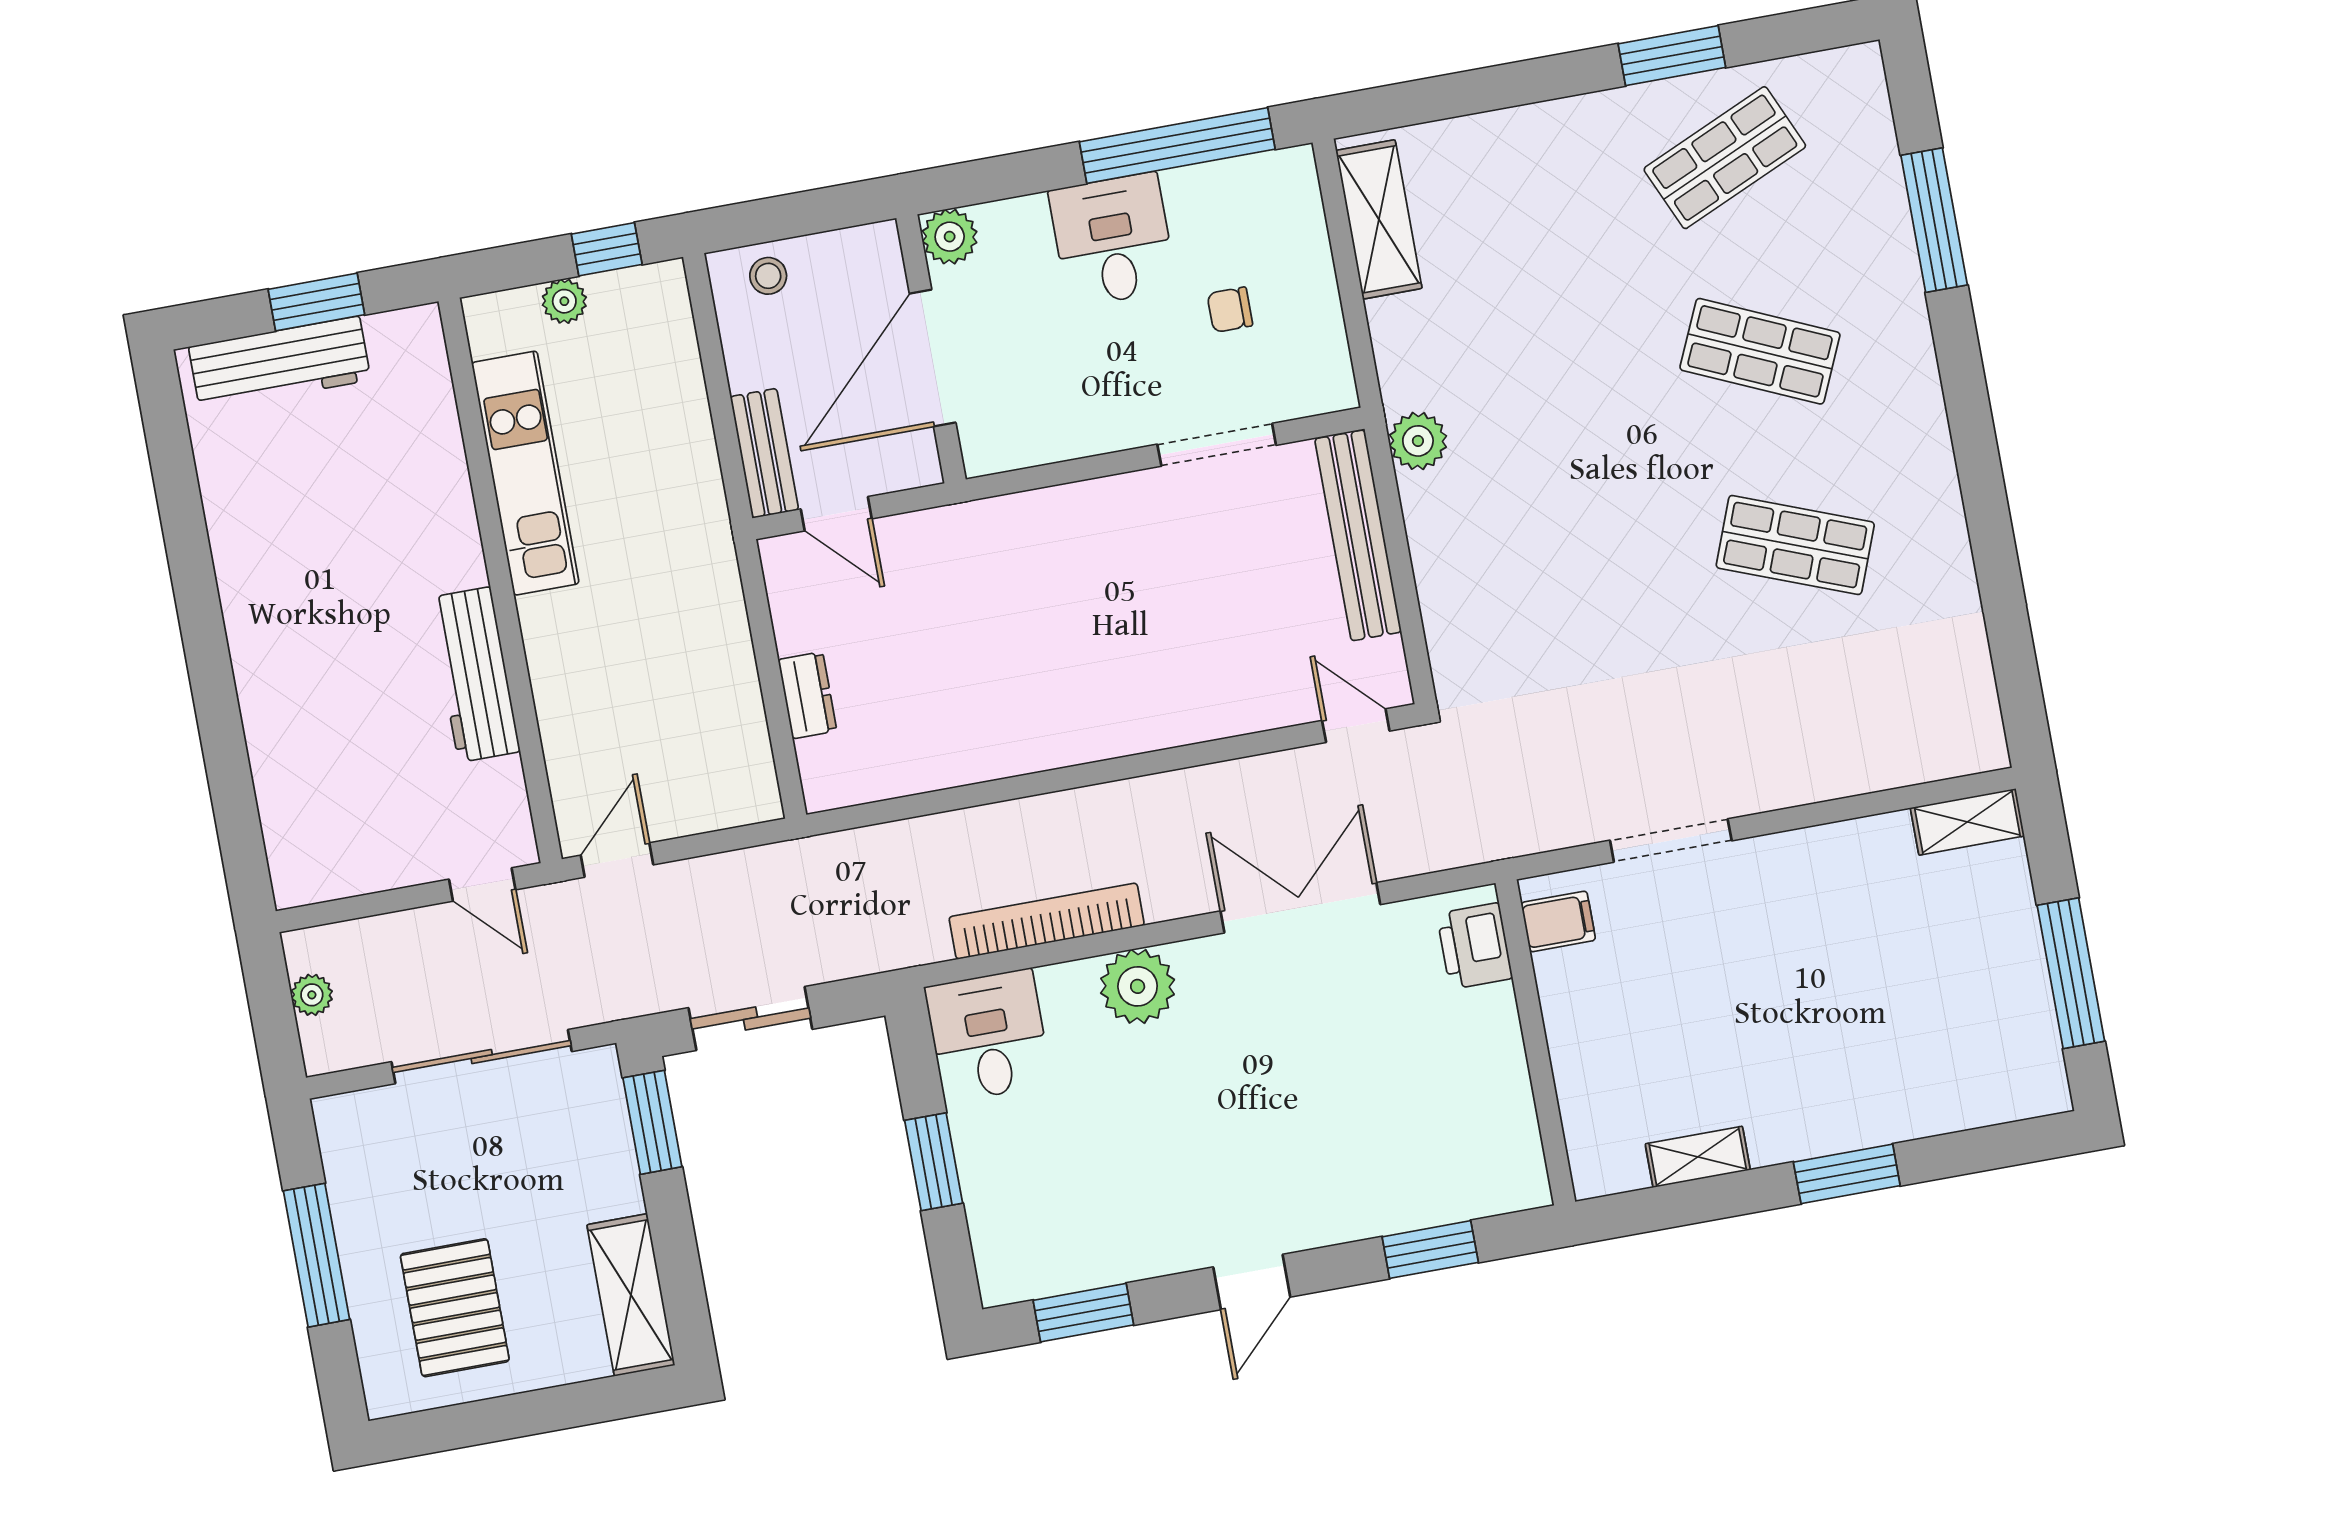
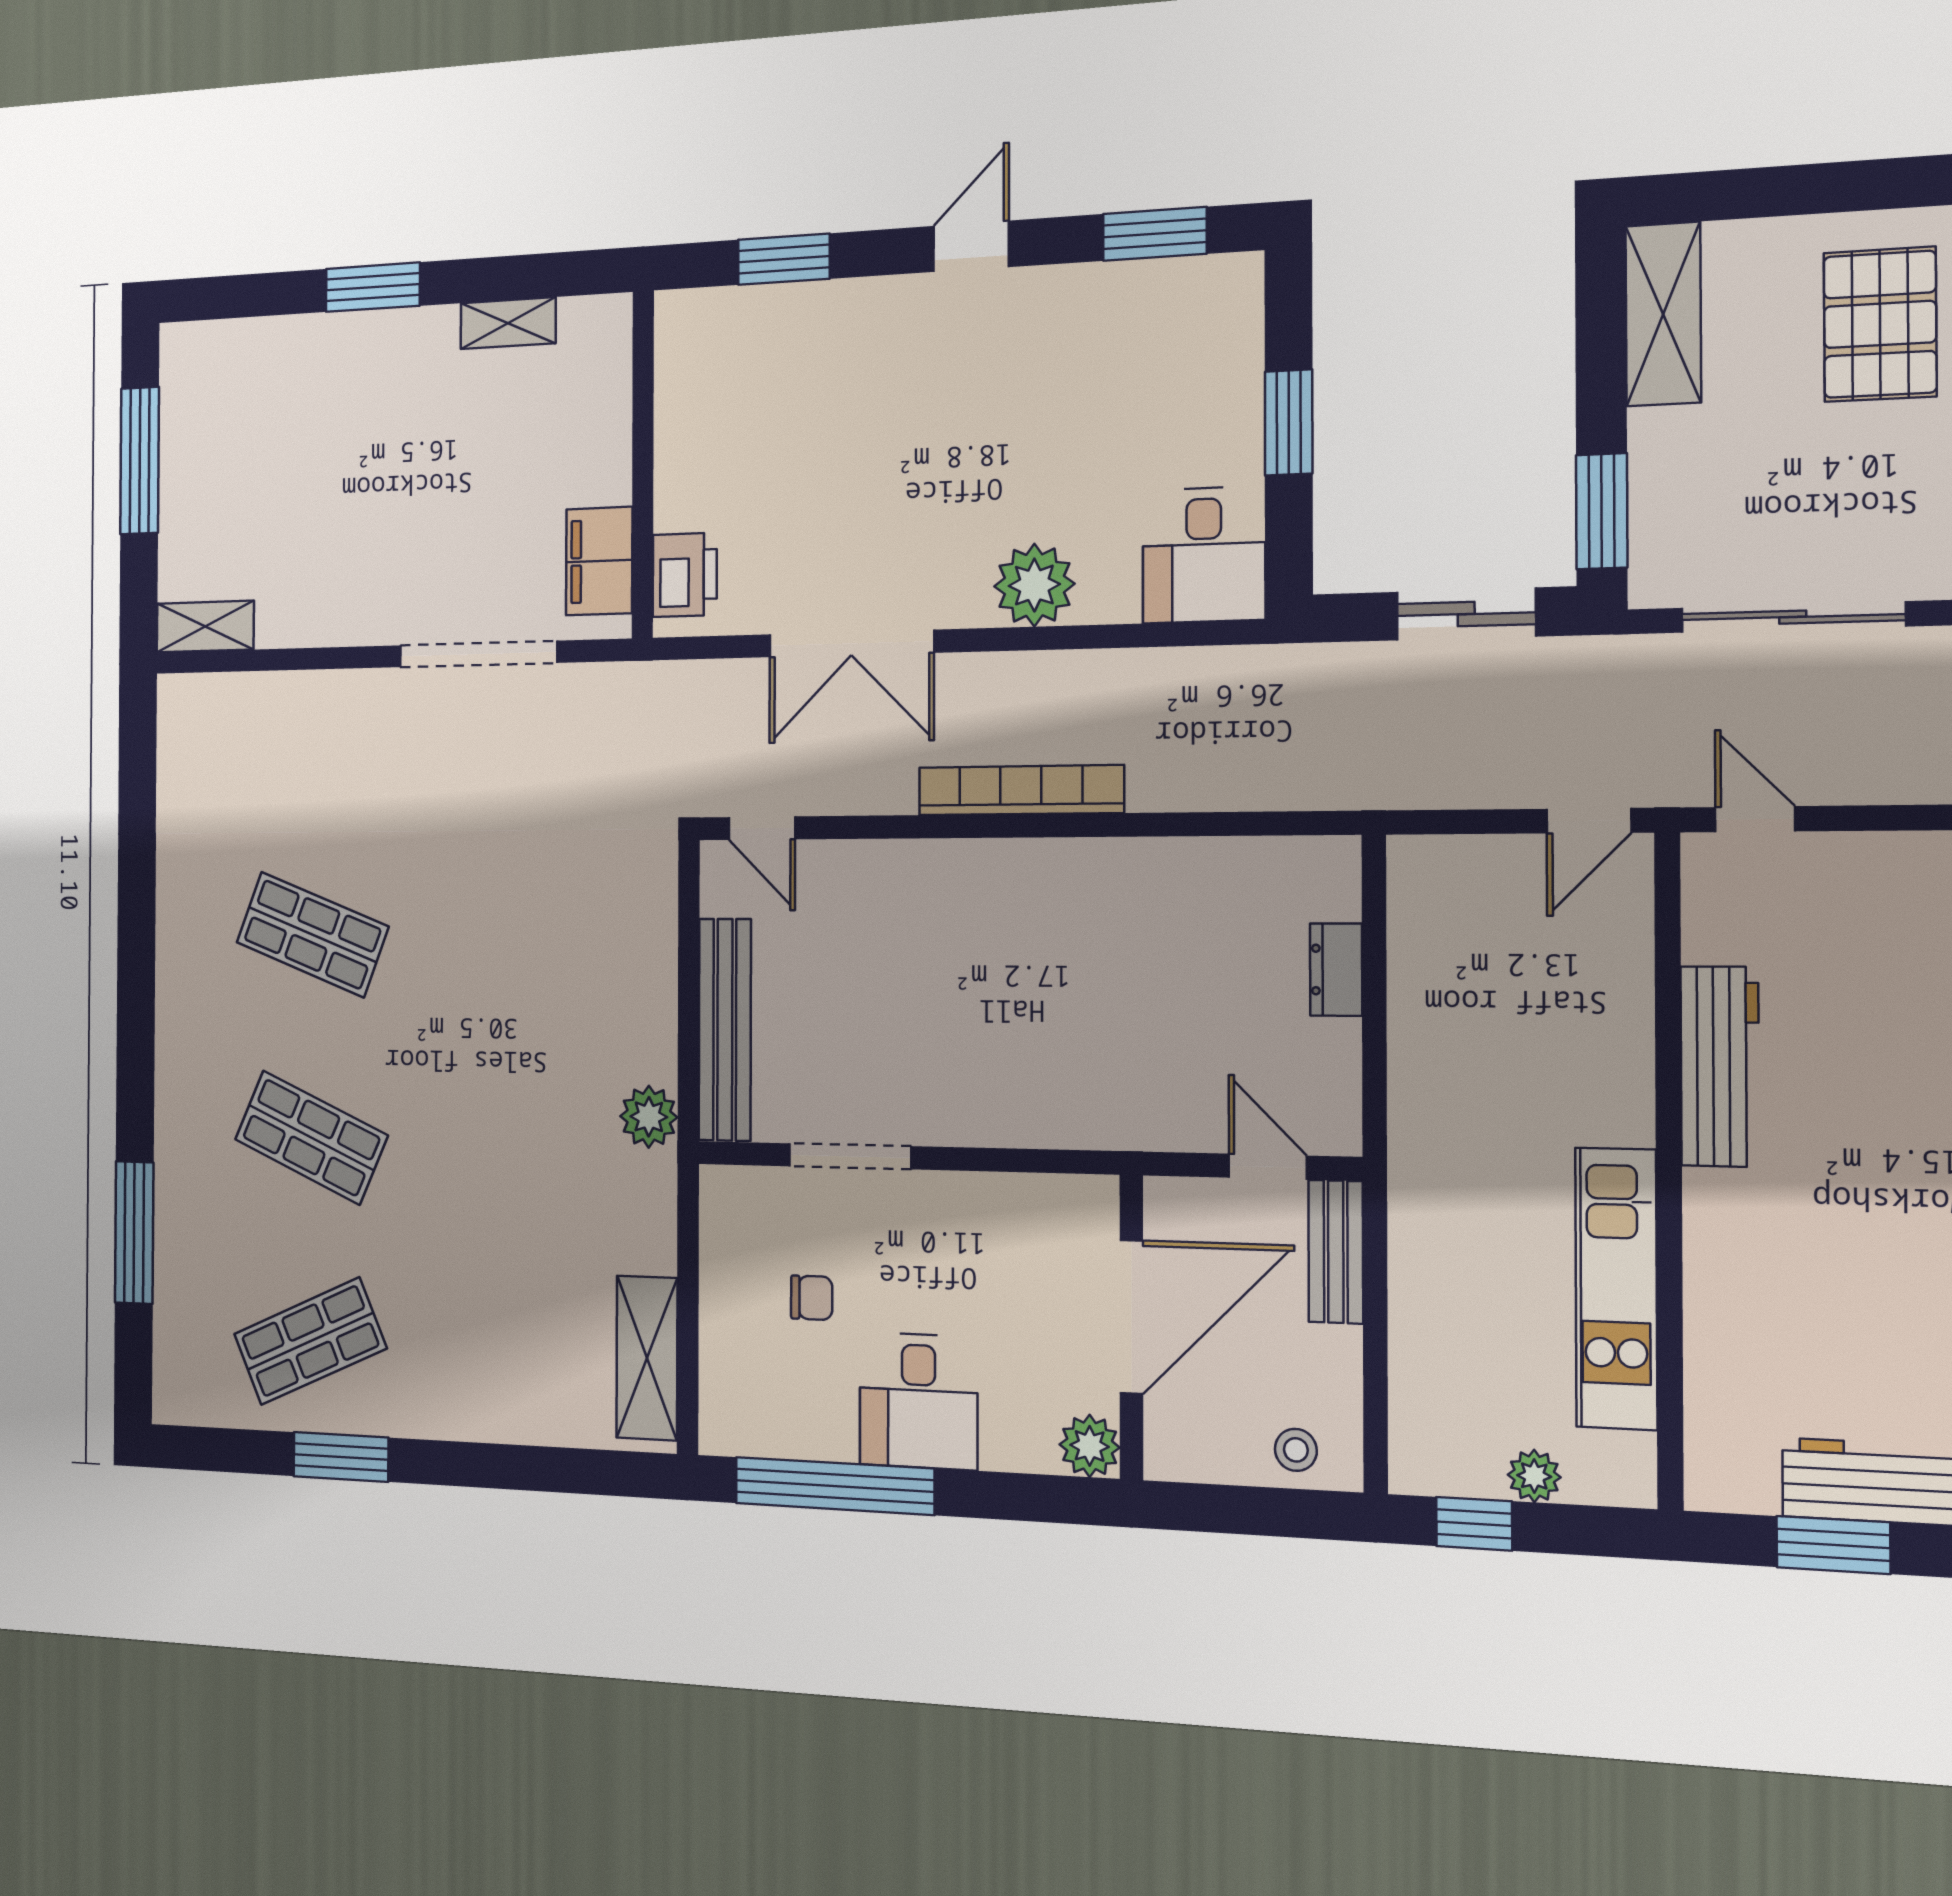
doorway: (1671, 840) -> (478, 654), width x1.36
bookcase: (1047, 921) -> (1021, 790), moved, turned 180
filing cabinet: (1558, 921) -> (599, 561), width x2.00

